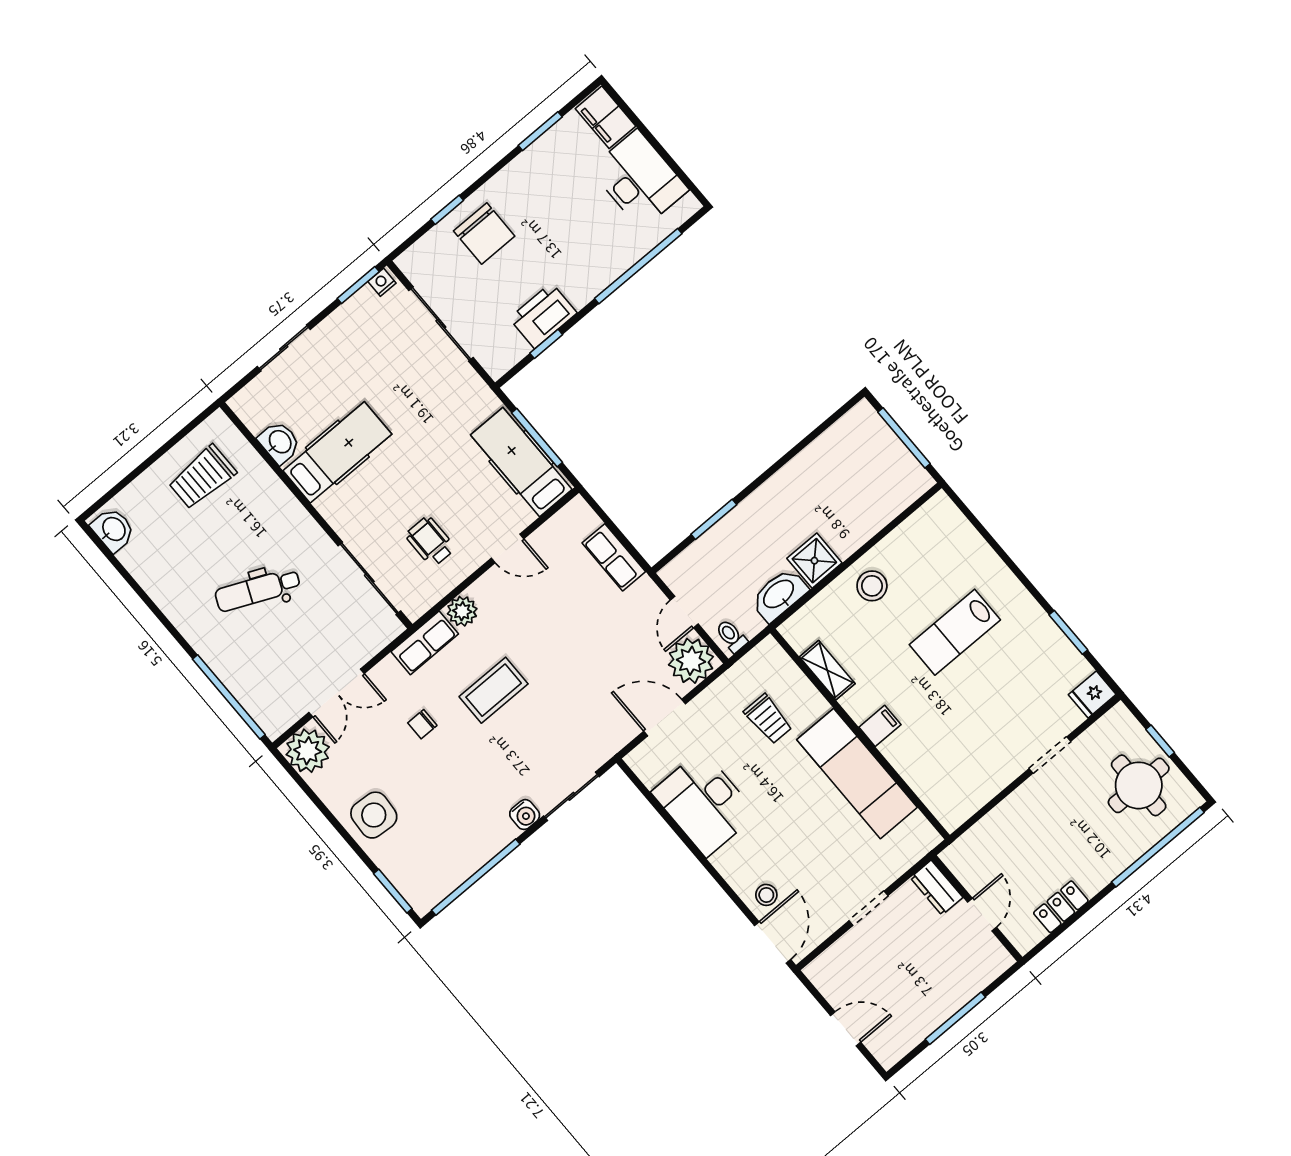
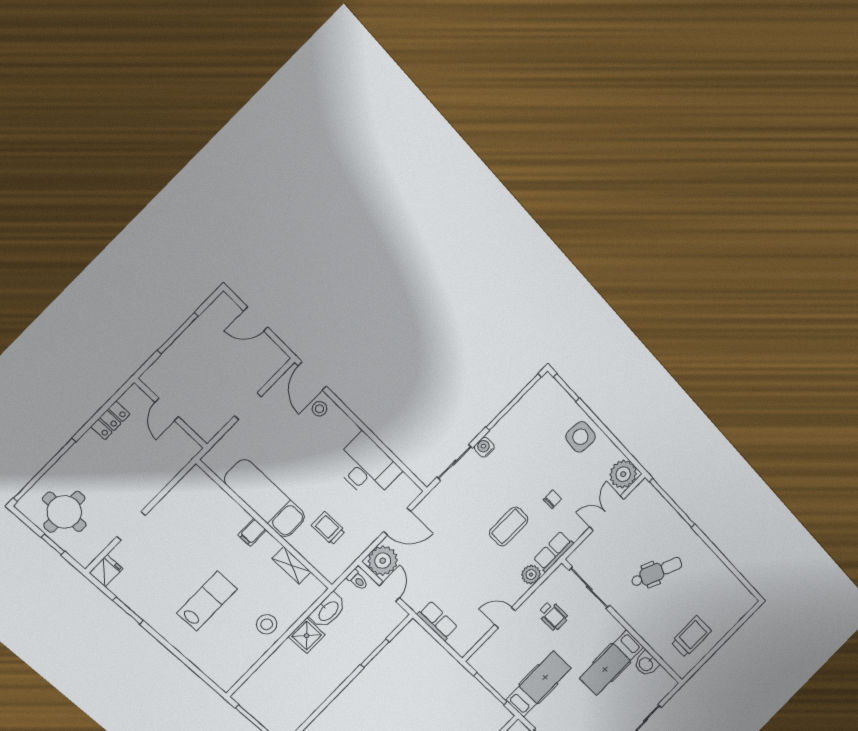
hospital bed: (521, 462) -> (538, 684), moved, turned -90
washbasin: (113, 530) -> (742, 598), removed
dresser: (937, 888) -> (201, 425), removed

